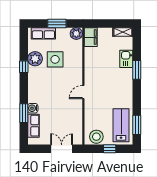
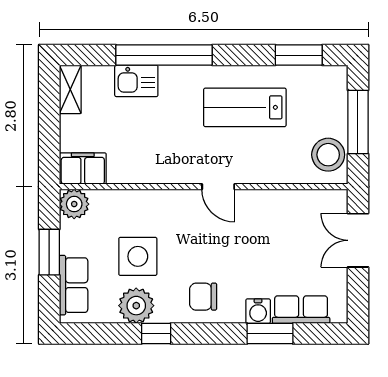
window: (137, 70) -> (164, 55), width x2.11
chair: (39, 86) -> (203, 297), added
lab bench: (121, 125) -> (245, 107), moved
window: (110, 149) -> (358, 122), width x2.17

